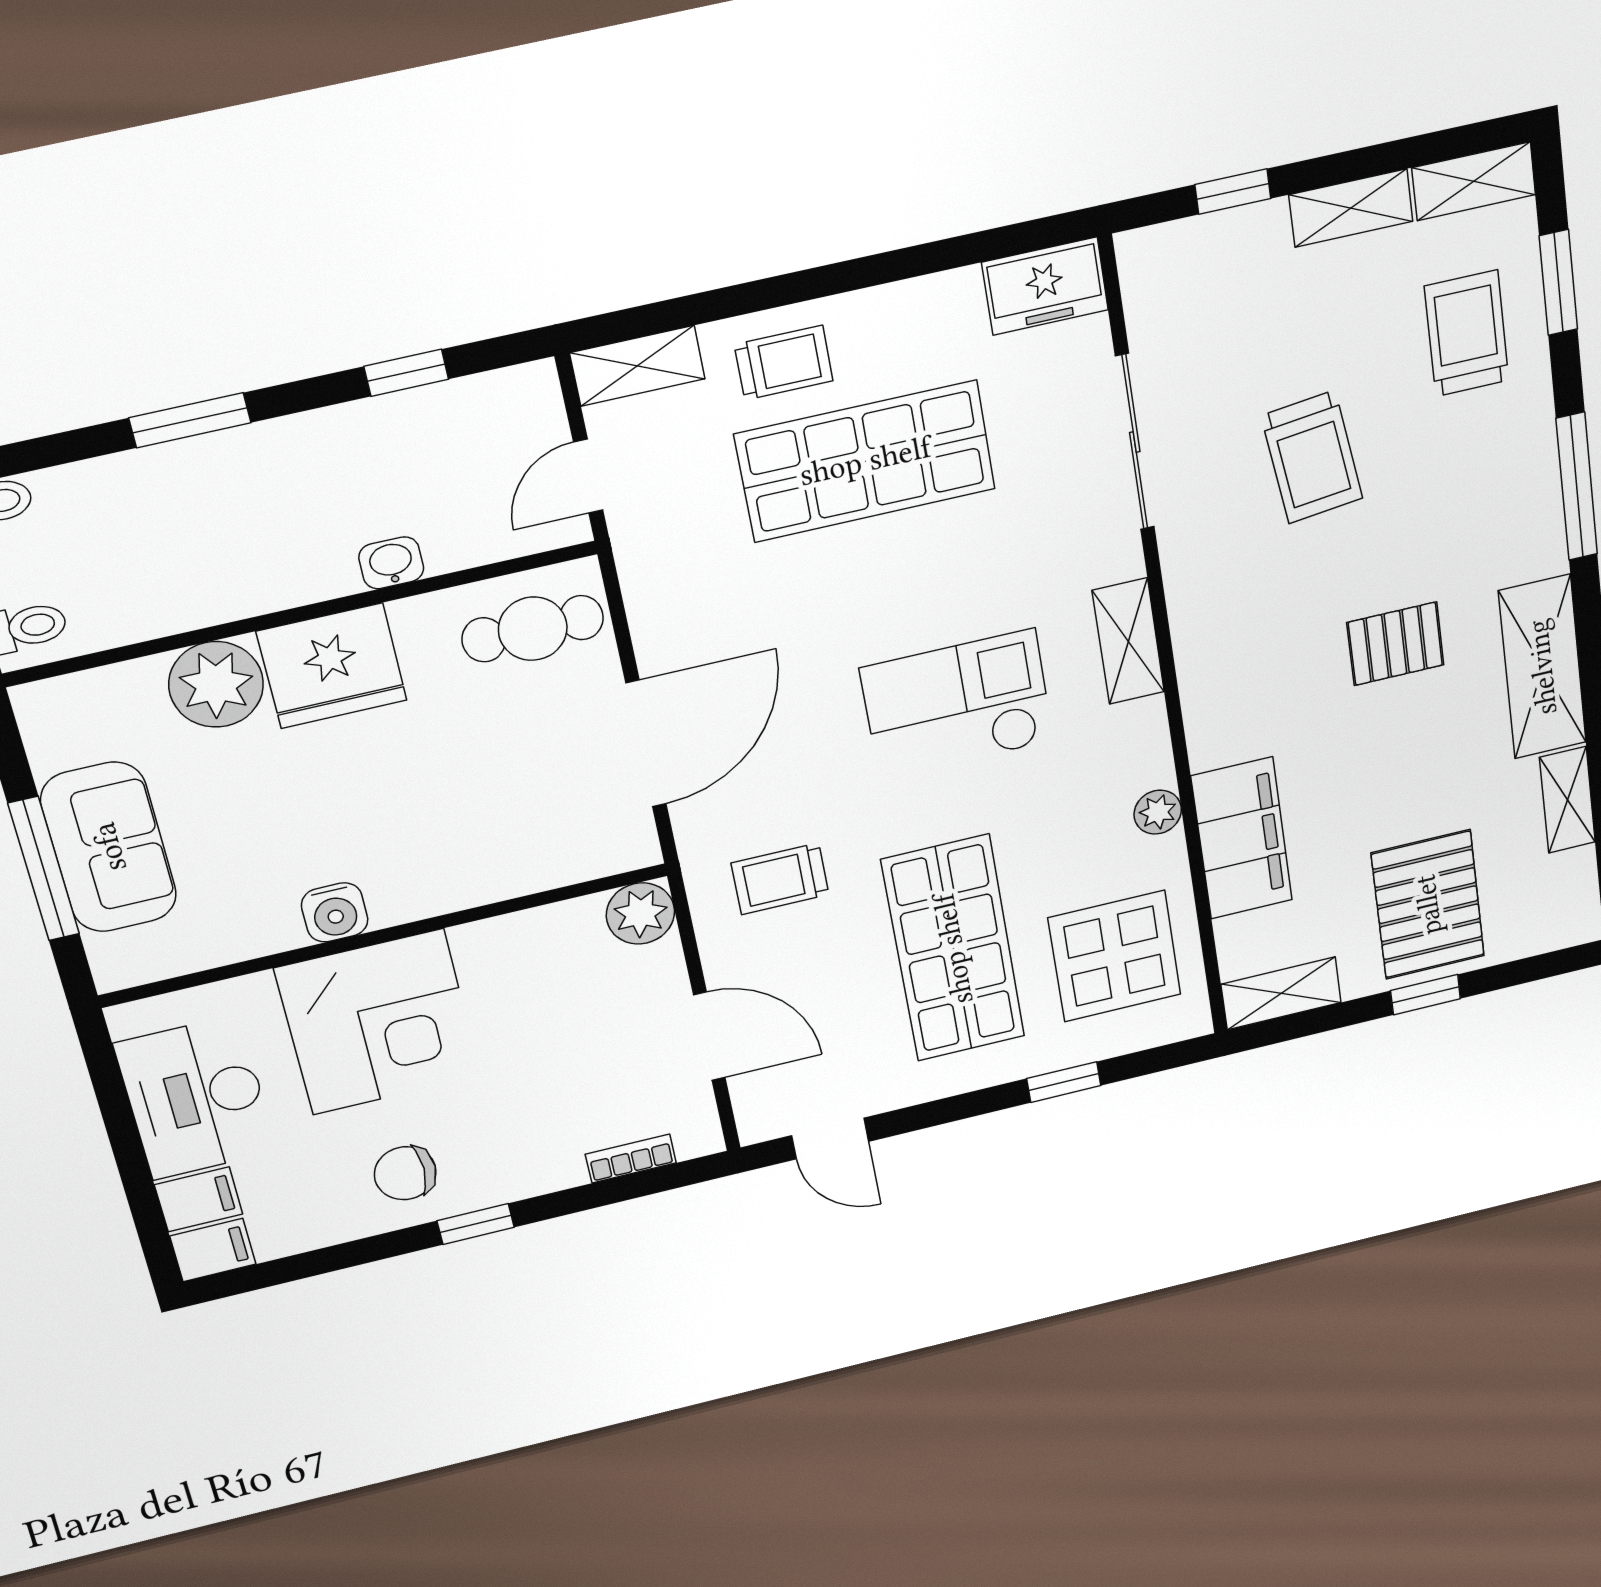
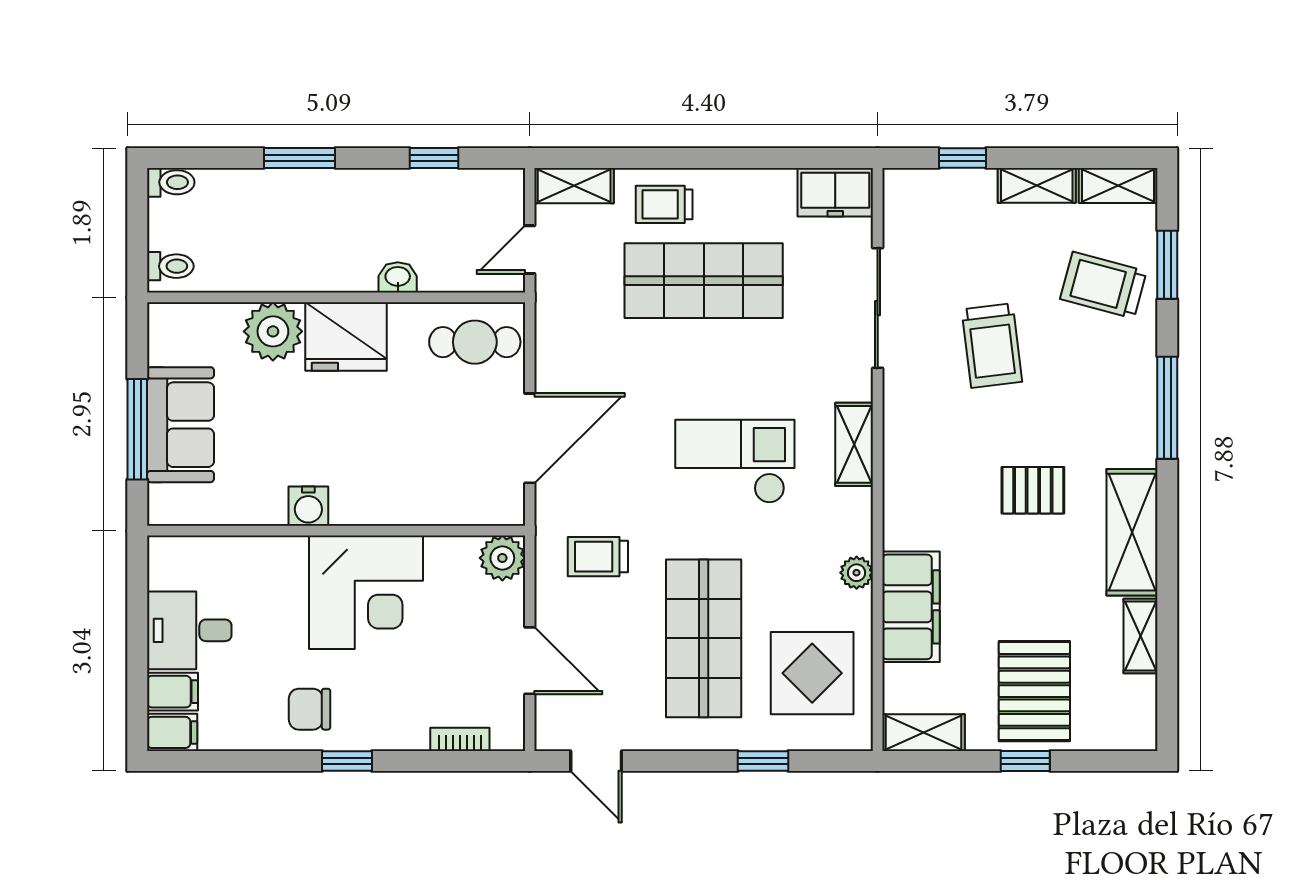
trolley: (1467, 333) -> (1103, 285), turned -75
trolley: (784, 363) -> (664, 204), turned 180
corner desk: (378, 1022) -> (366, 592), moved
desk: (196, 1098) -> (189, 630), width x0.73

